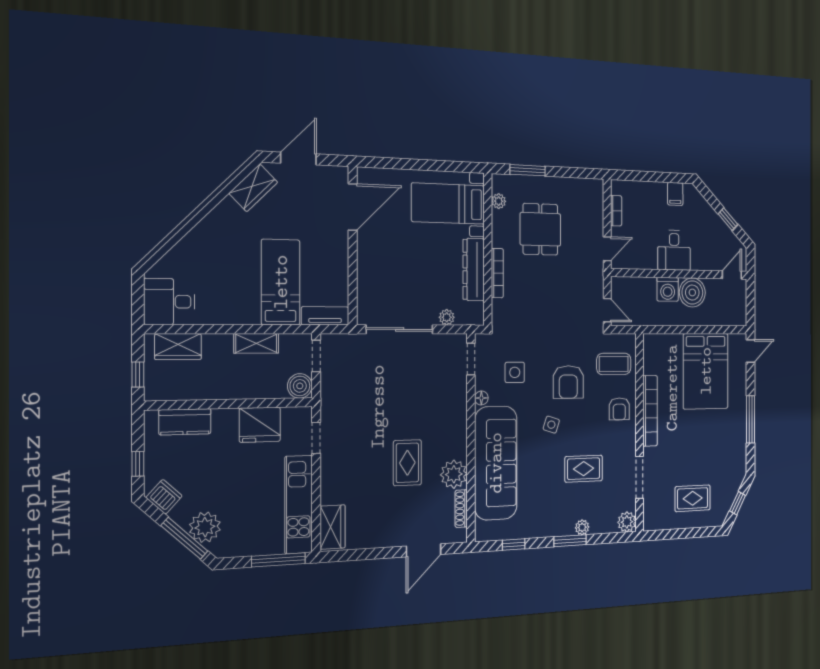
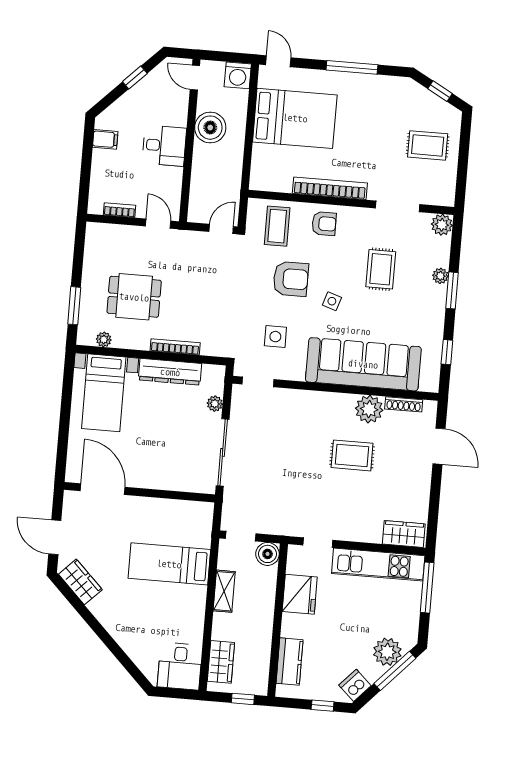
washing machine: (668, 289) -> (238, 75), moved, turned 90
tv unit: (325, 316) -> (204, 524), removed
floor lamp: (481, 398) -> (297, 374), removed
rug: (693, 498) -> (428, 145), turned 90

